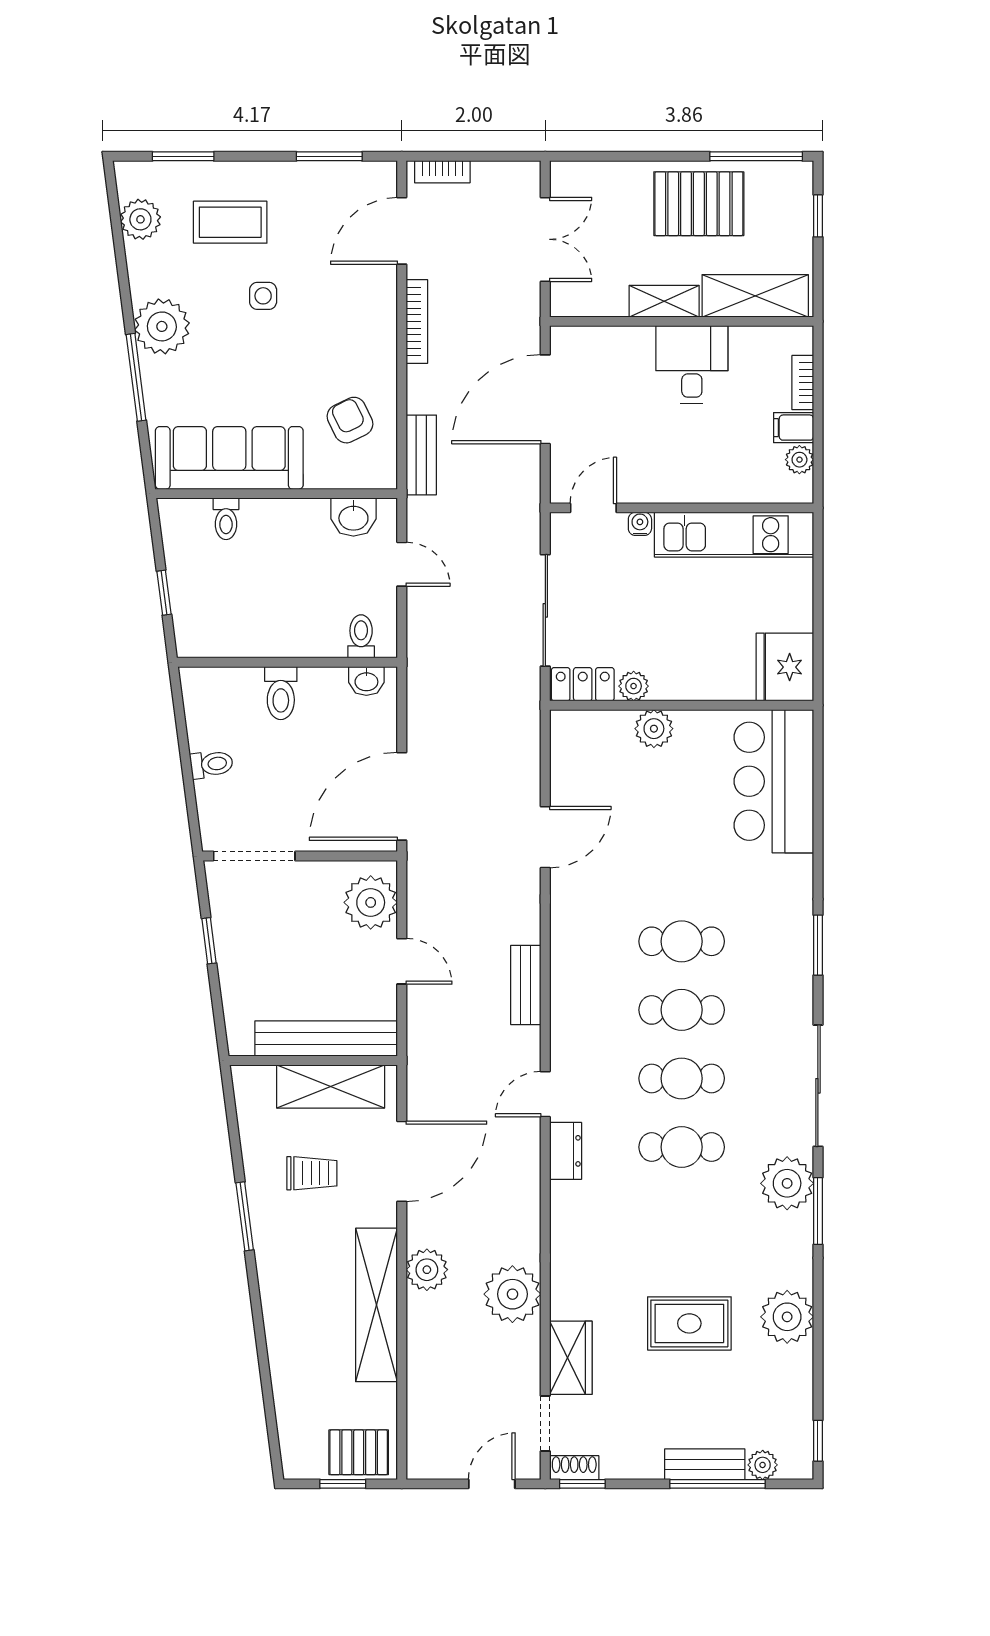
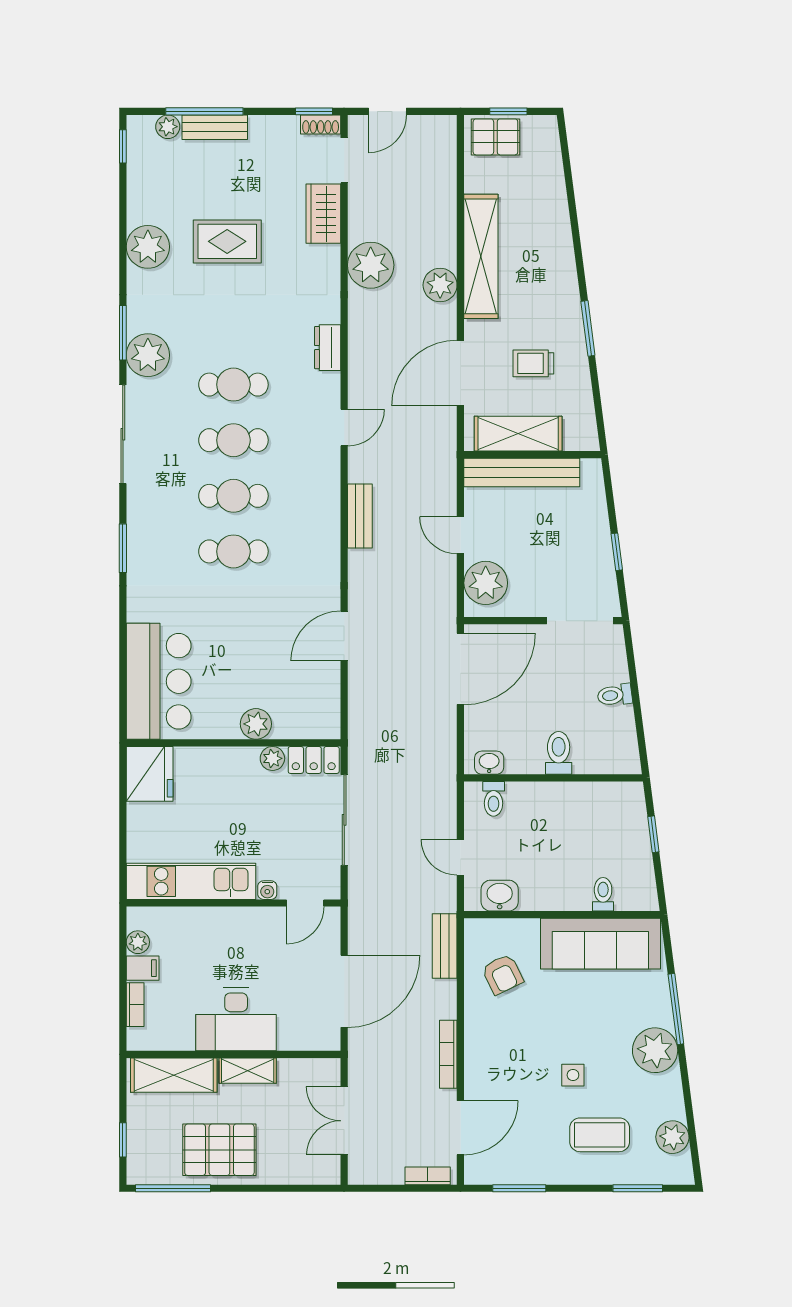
desk: (692, 365) -> (236, 1019), width x1.37
dresser: (566, 1151) -> (328, 348), moved

